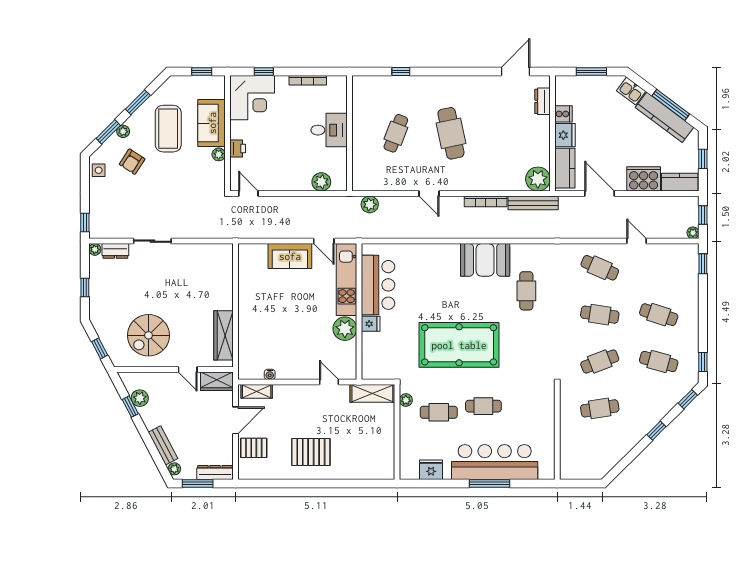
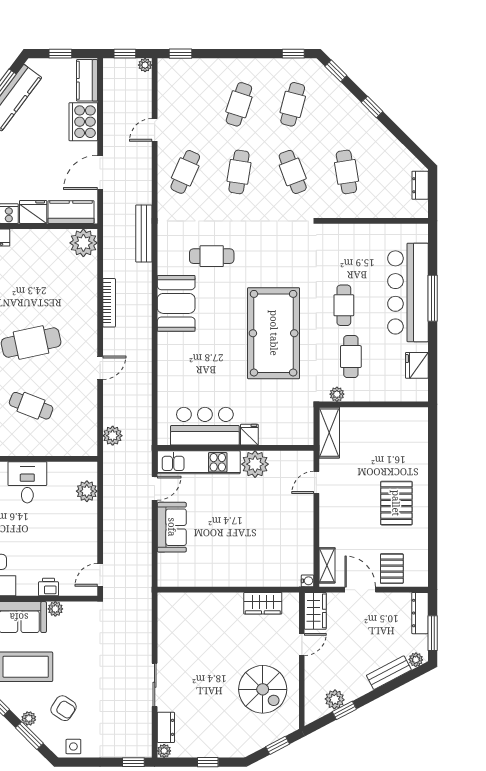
bench: (533, 203) -> (144, 233), moved
wardrobe: (224, 335) -> (263, 603), width x0.67
water cooler: (270, 374) -> (308, 581), moved
dresser: (588, 473) -> (420, 185), added

